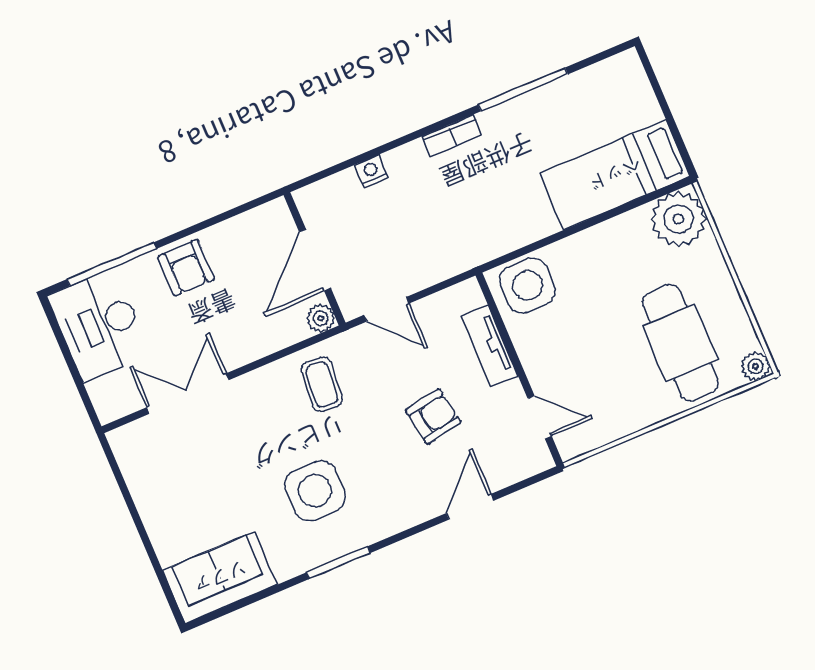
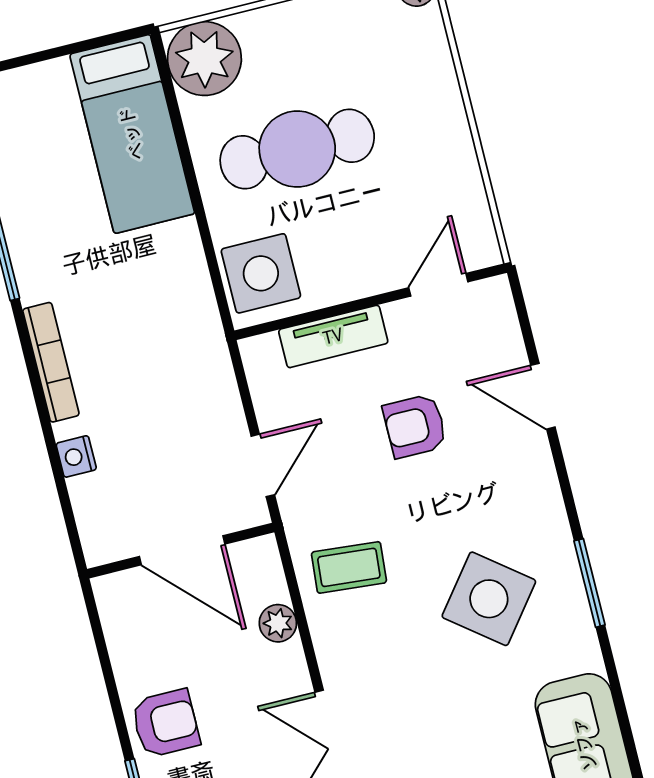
bookcase: (452, 136) -> (51, 362), width x1.56
plant: (321, 318) -> (278, 623), moved
cafe table: (680, 343) -> (297, 149), moved
armchair: (433, 416) -> (415, 426), turned -80
side table: (315, 491) -> (489, 599), turned 38

